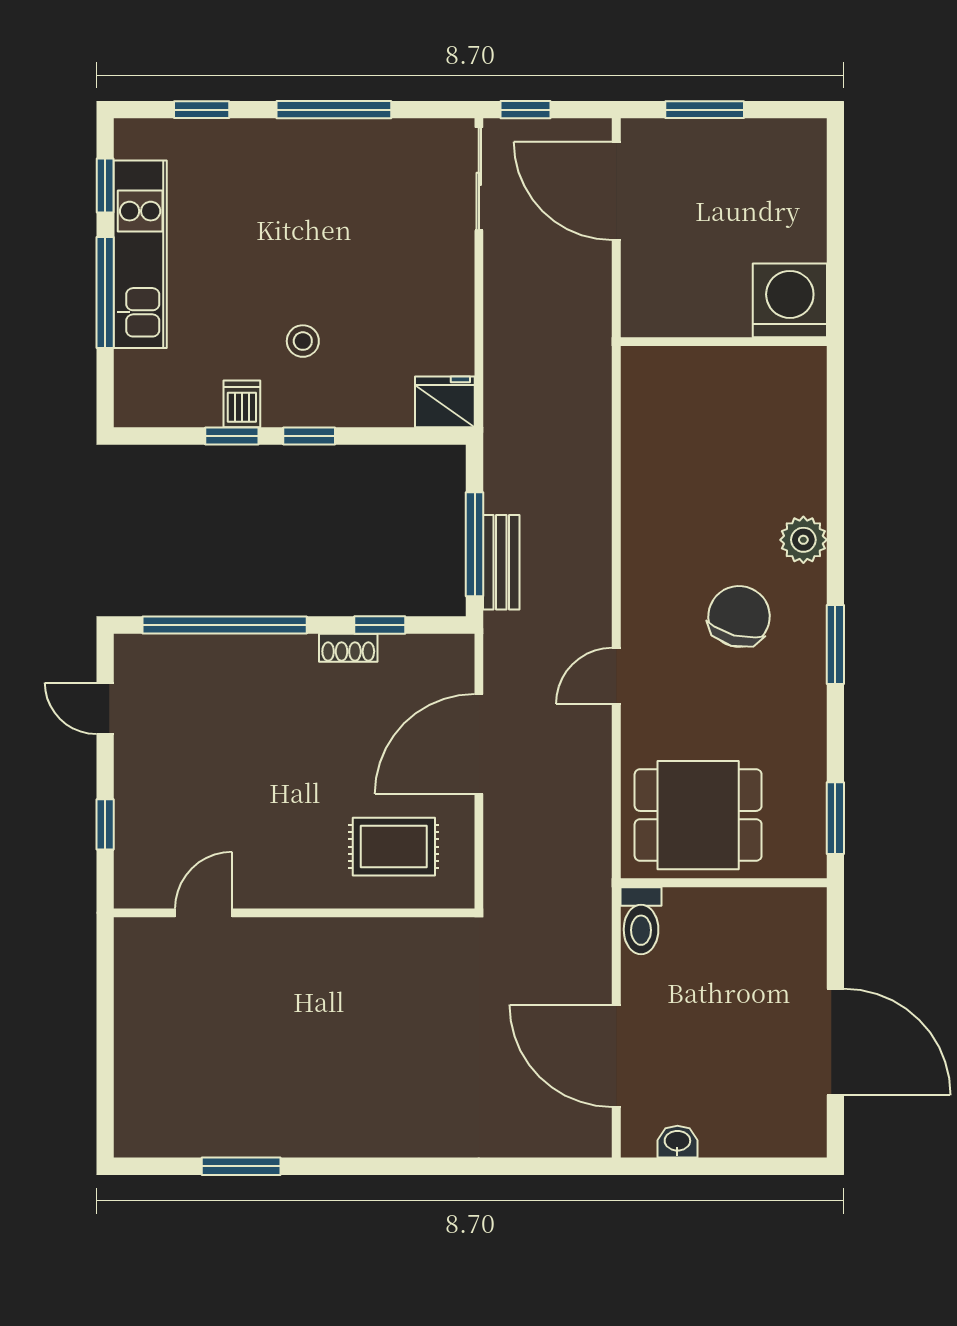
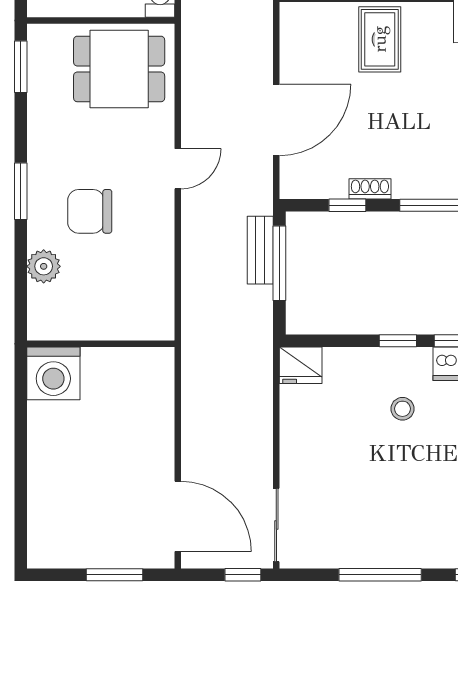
washing machine: (790, 300) -> (53, 373), moved
wall: (724, 342) -> (101, 344), moved
chair: (739, 616) -> (90, 211), turned 75
rug: (394, 847) -> (380, 39), moved, turned 90

